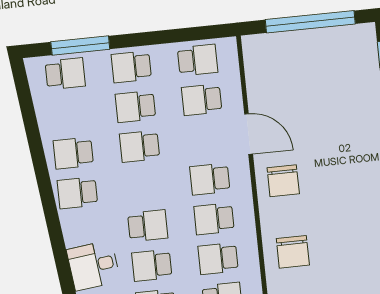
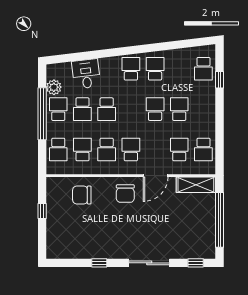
window: (80, 46) -> (220, 80), width x0.46
shelving: (257, 66) -> (196, 185), added
school desk: (131, 67) -> (203, 109), removed
chair: (283, 181) -> (125, 194), turned -90
school desk: (214, 219) -> (107, 149), turned 180
school desk: (152, 265) -> (82, 109), turned 180

